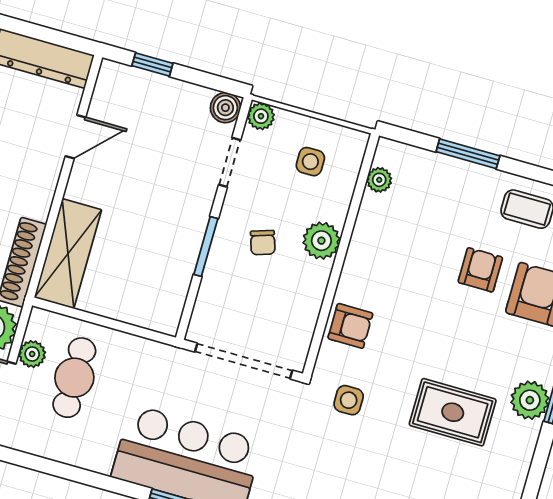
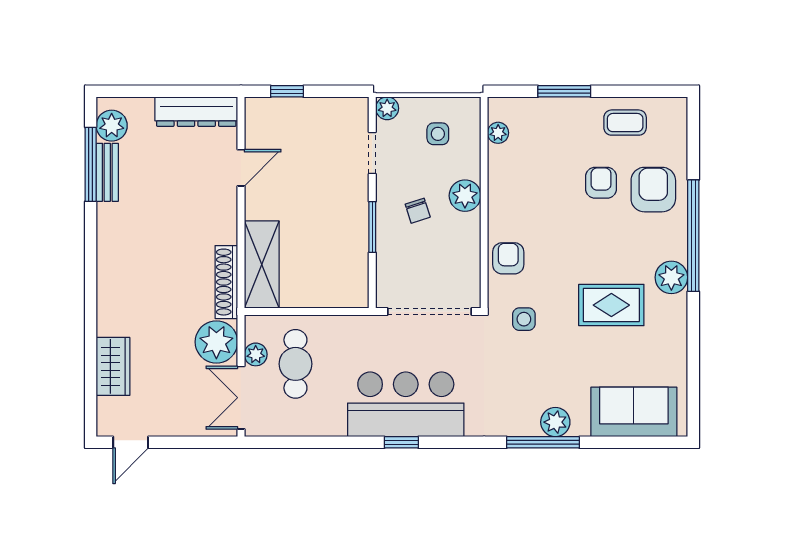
boiler: (225, 108) -> (356, 110), removed
armchair: (350, 326) -> (508, 258), turned -90

